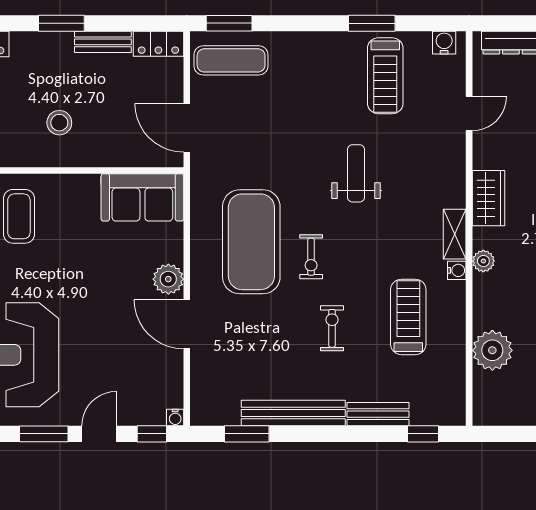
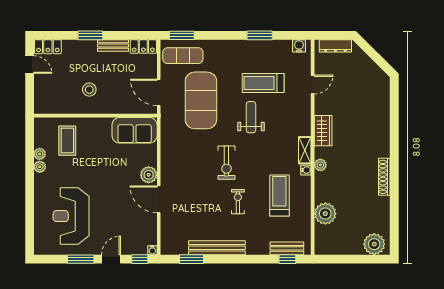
treadmill: (385, 76) -> (263, 83), moved, turned 90
exercise mat: (251, 242) -> (201, 100), moved
exercise bike: (311, 257) -> (226, 163), width x1.38, depth x1.39
bench: (378, 414) -> (287, 248), moved

